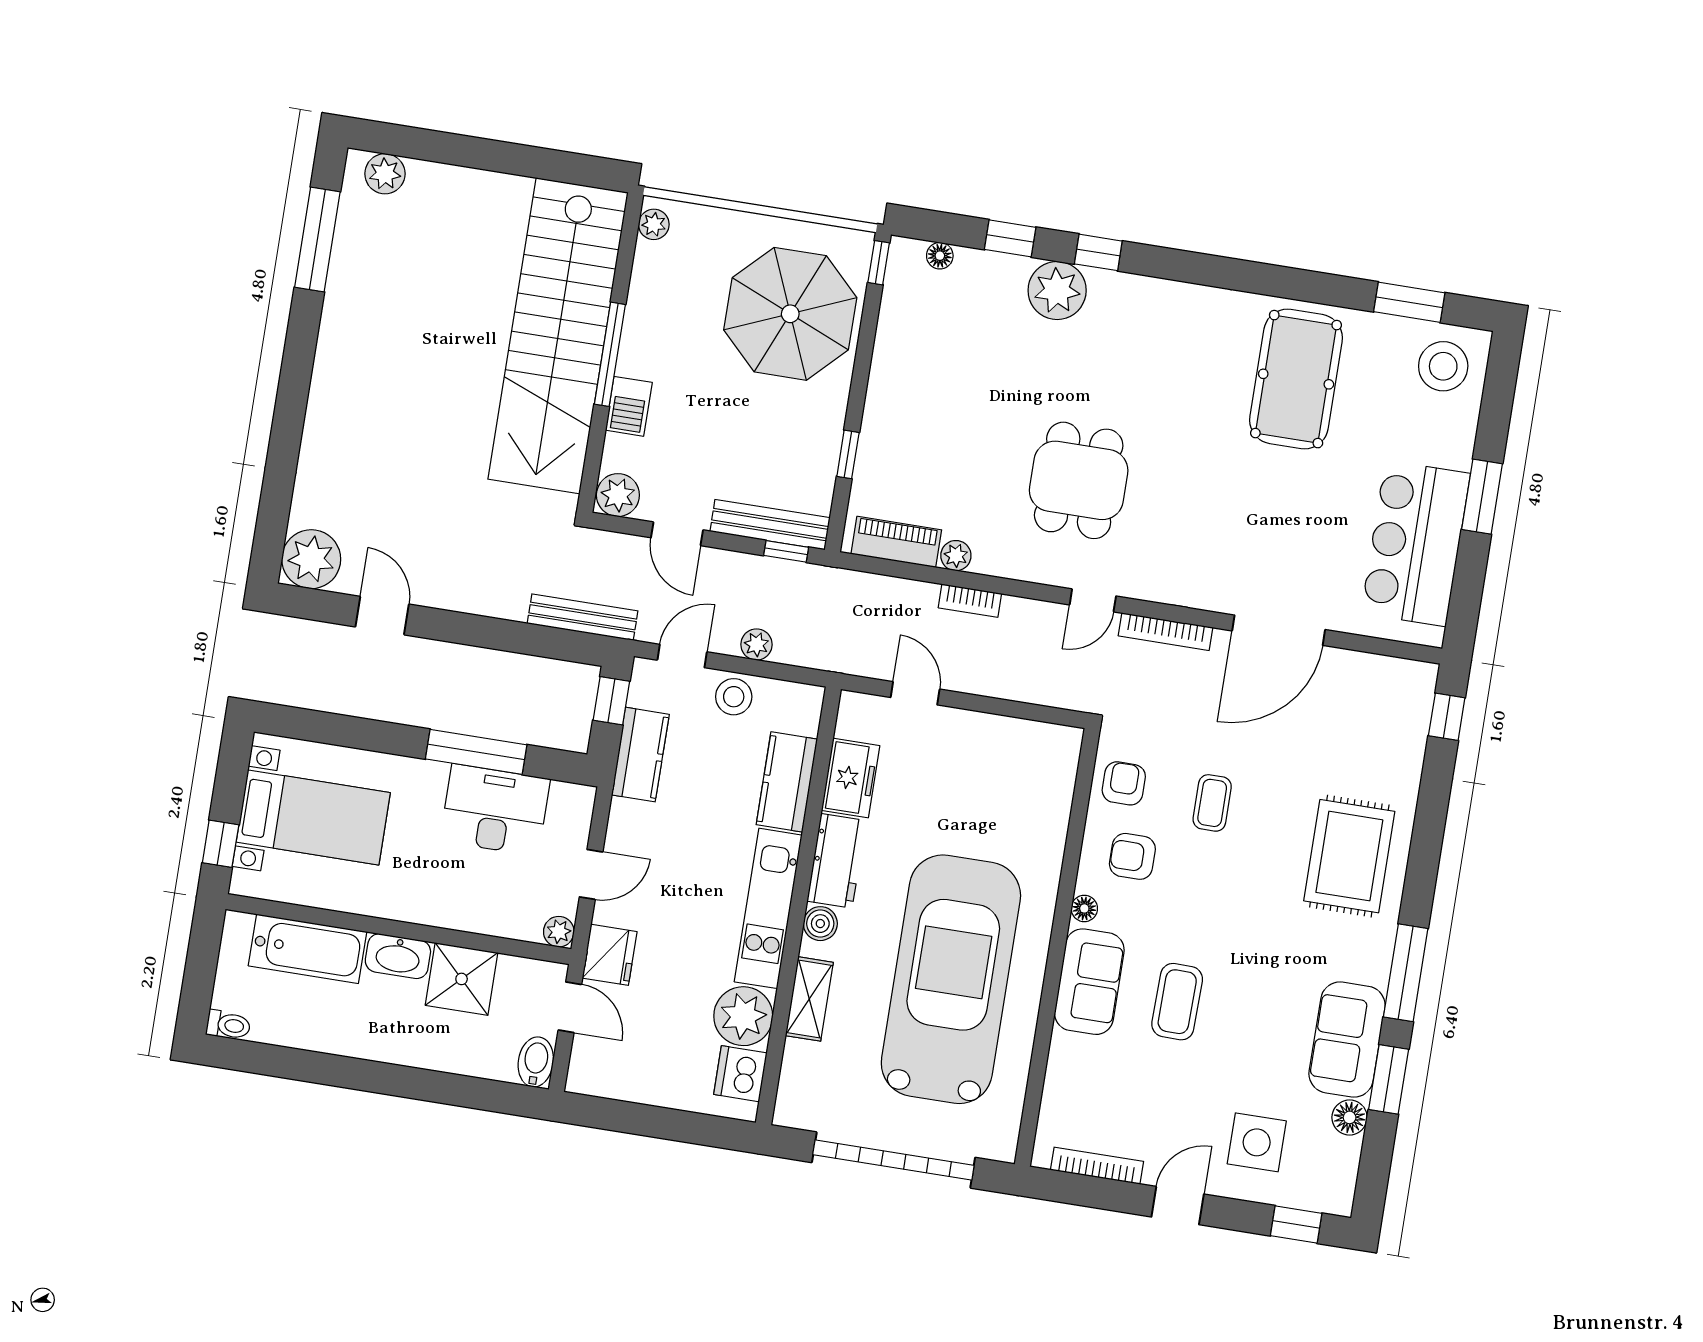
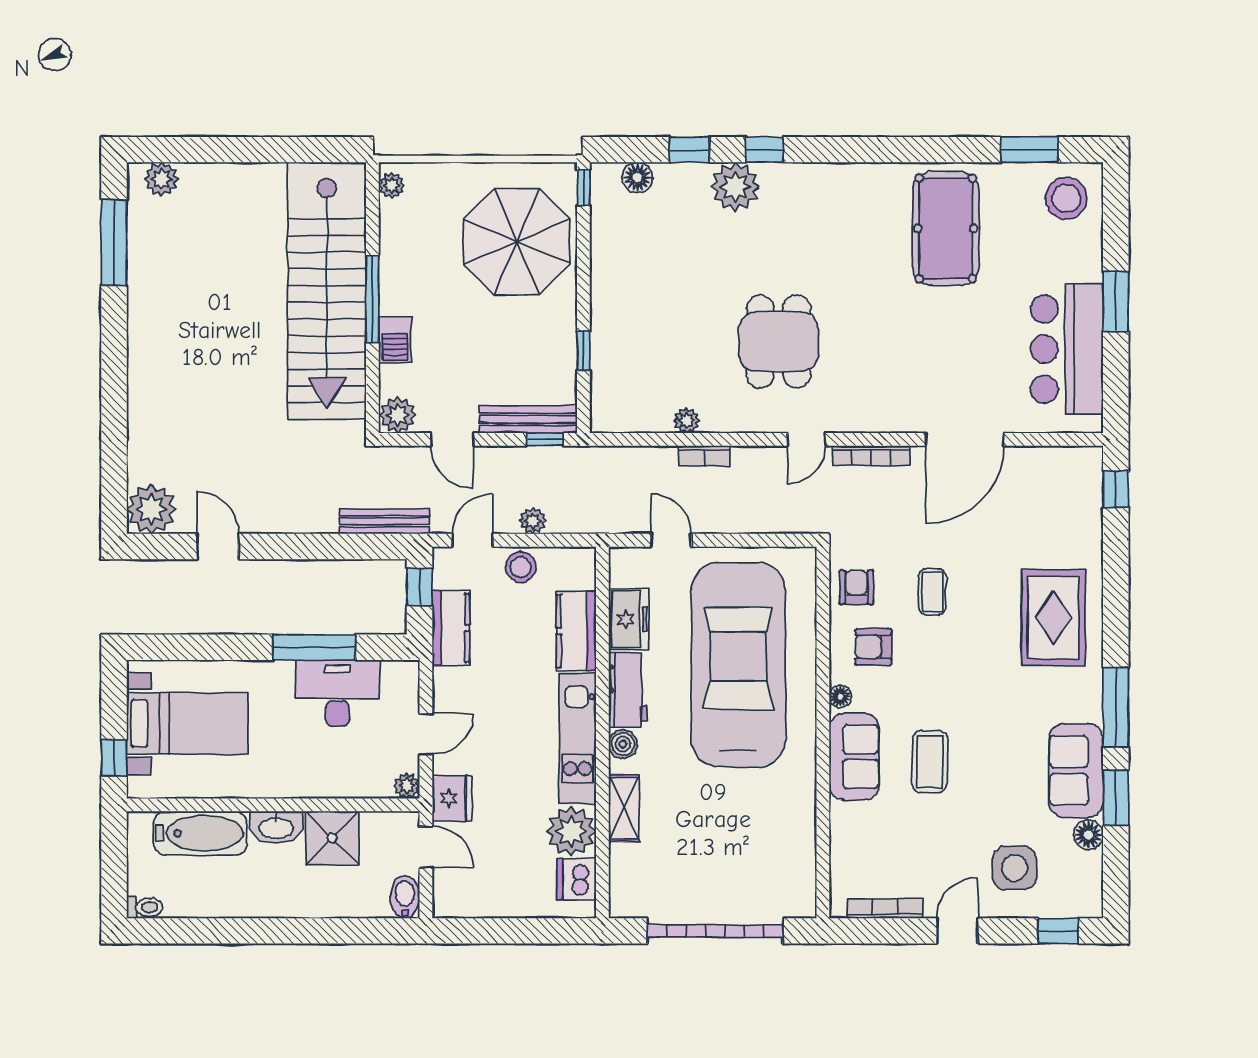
floor lamp: (940, 256) -> (637, 178), width x1.37, depth x1.37
piano: (896, 542) -> (635, 417), removed
car: (951, 979) -> (738, 665), moved

